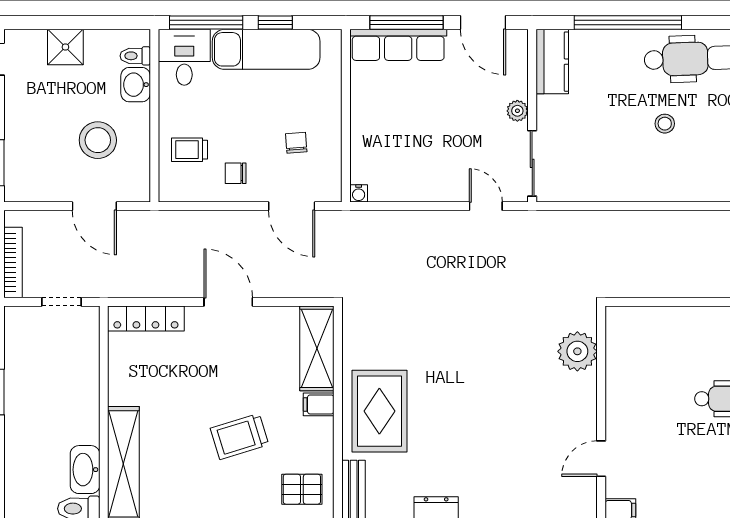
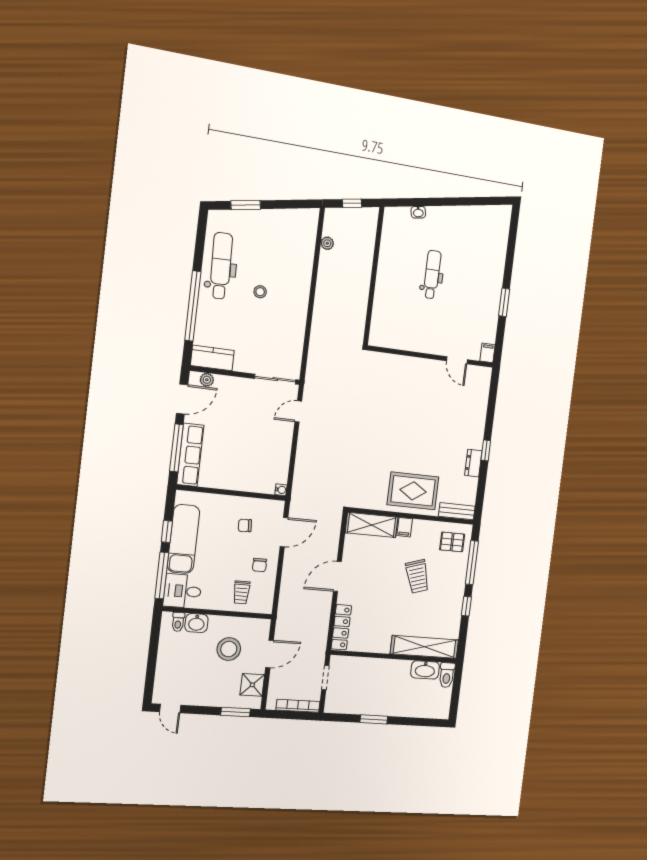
shower: (65, 47) -> (252, 685), moved
plant: (517, 111) -> (207, 380), moved
plant: (577, 351) -> (393, 366), removed
pallet: (302, 489) -> (452, 542), turned 90

